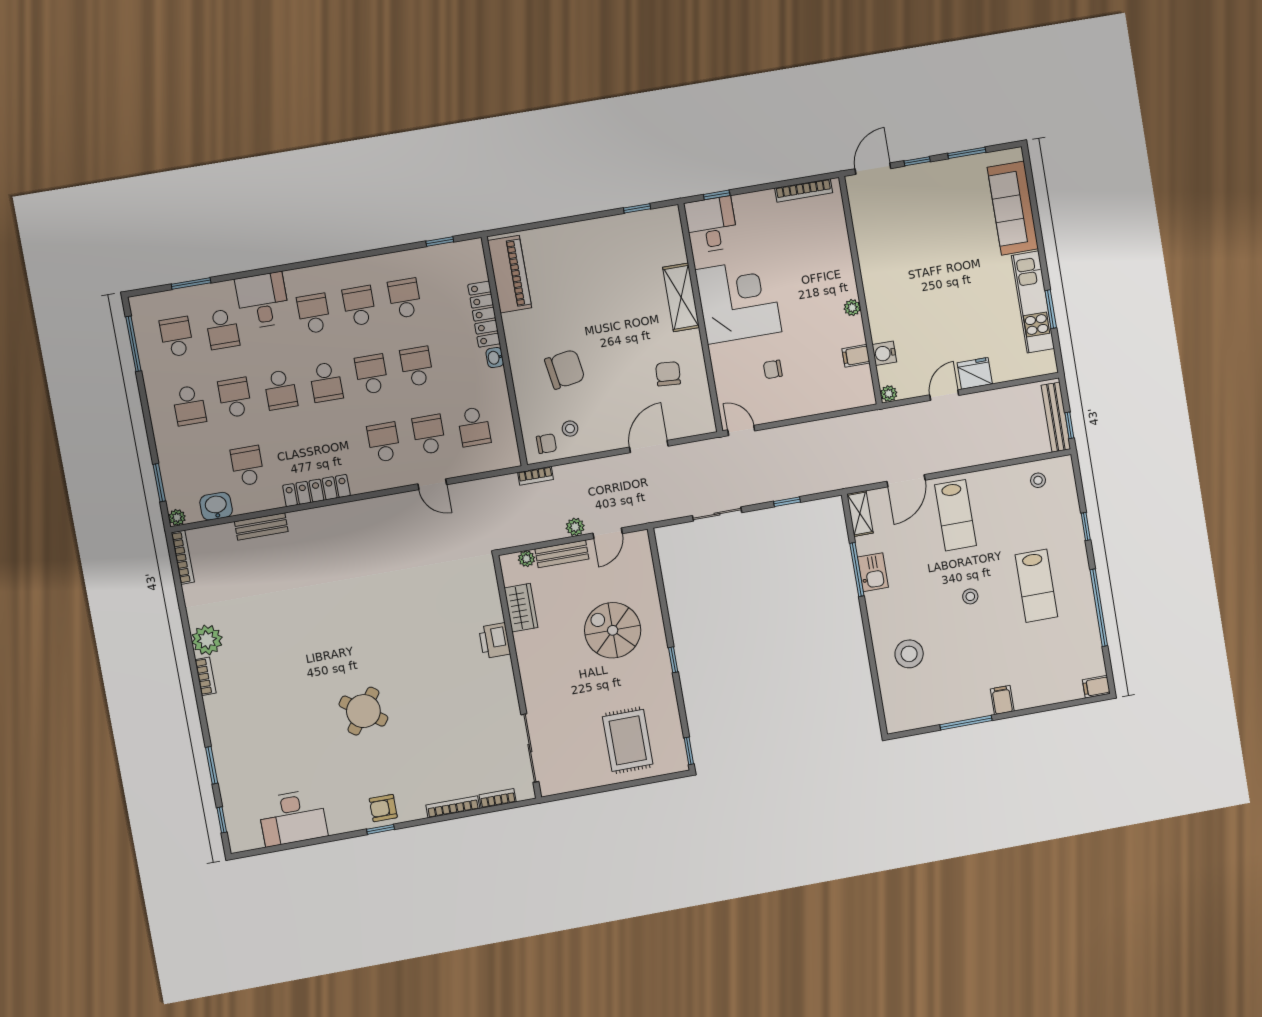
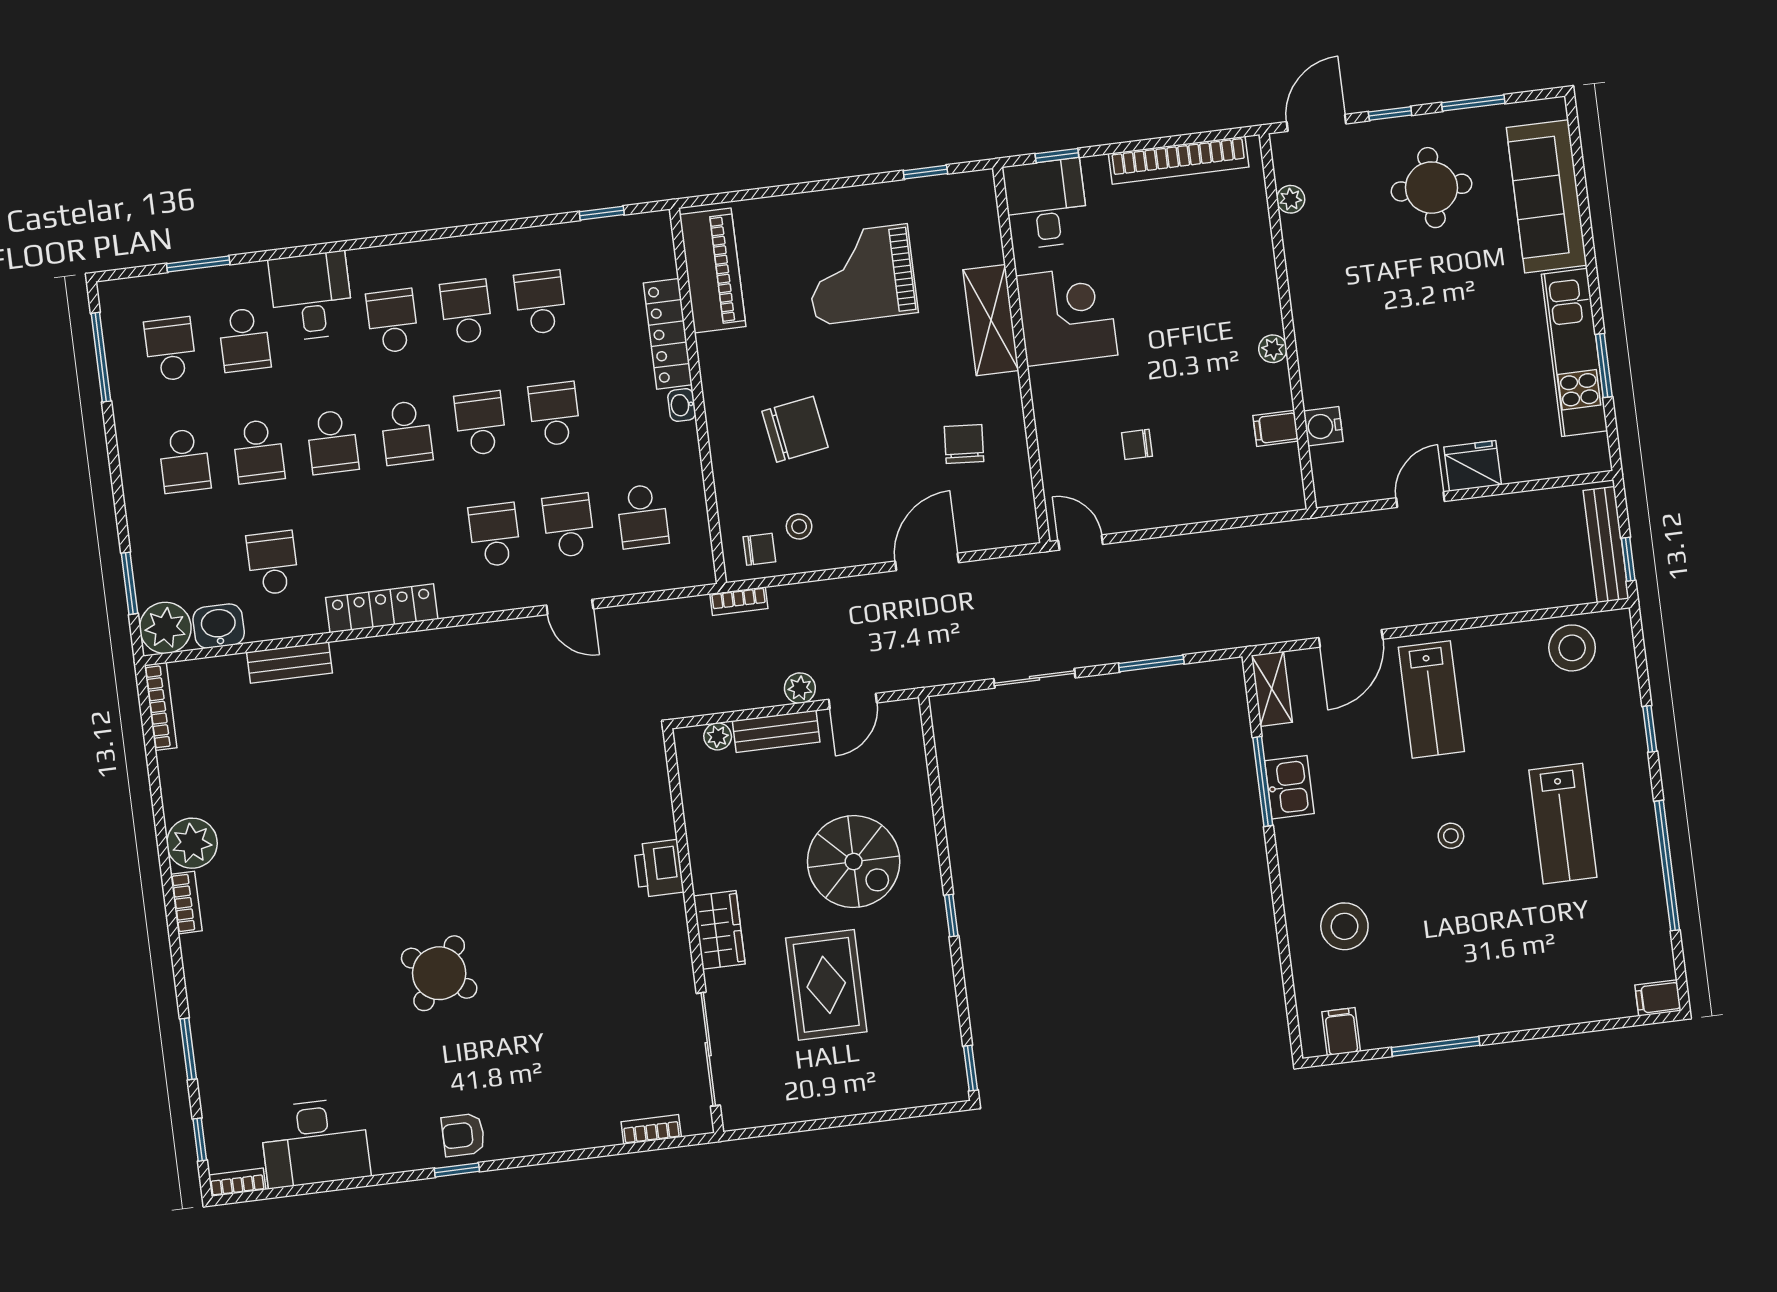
bookcase: (804, 190) -> (1179, 160), width x1.48, depth x1.31
round table: (944, 205) -> (1432, 188), added
grand piano: (601, 273) -> (861, 275), added
corner desk: (738, 301) -> (1067, 315), width x0.74, depth x0.74
plant: (889, 394) -> (1291, 199), moved
school desk: (235, 398) -> (258, 451), turned 180
stool: (1038, 480) -> (1572, 648), width x1.89, depth x1.89
window: (787, 502) -> (1151, 663), width x1.50
plant: (177, 517) -> (165, 628), width x1.87, depth x1.87
wardrobe: (521, 608) -> (719, 930), moved
spiral stairs: (613, 630) -> (854, 862), turned 180
filing cabinet: (1002, 700) -> (1341, 1032), moved
rug: (628, 740) -> (826, 985), moved
bookcase: (453, 807) -> (237, 1182), moved, width x0.64

